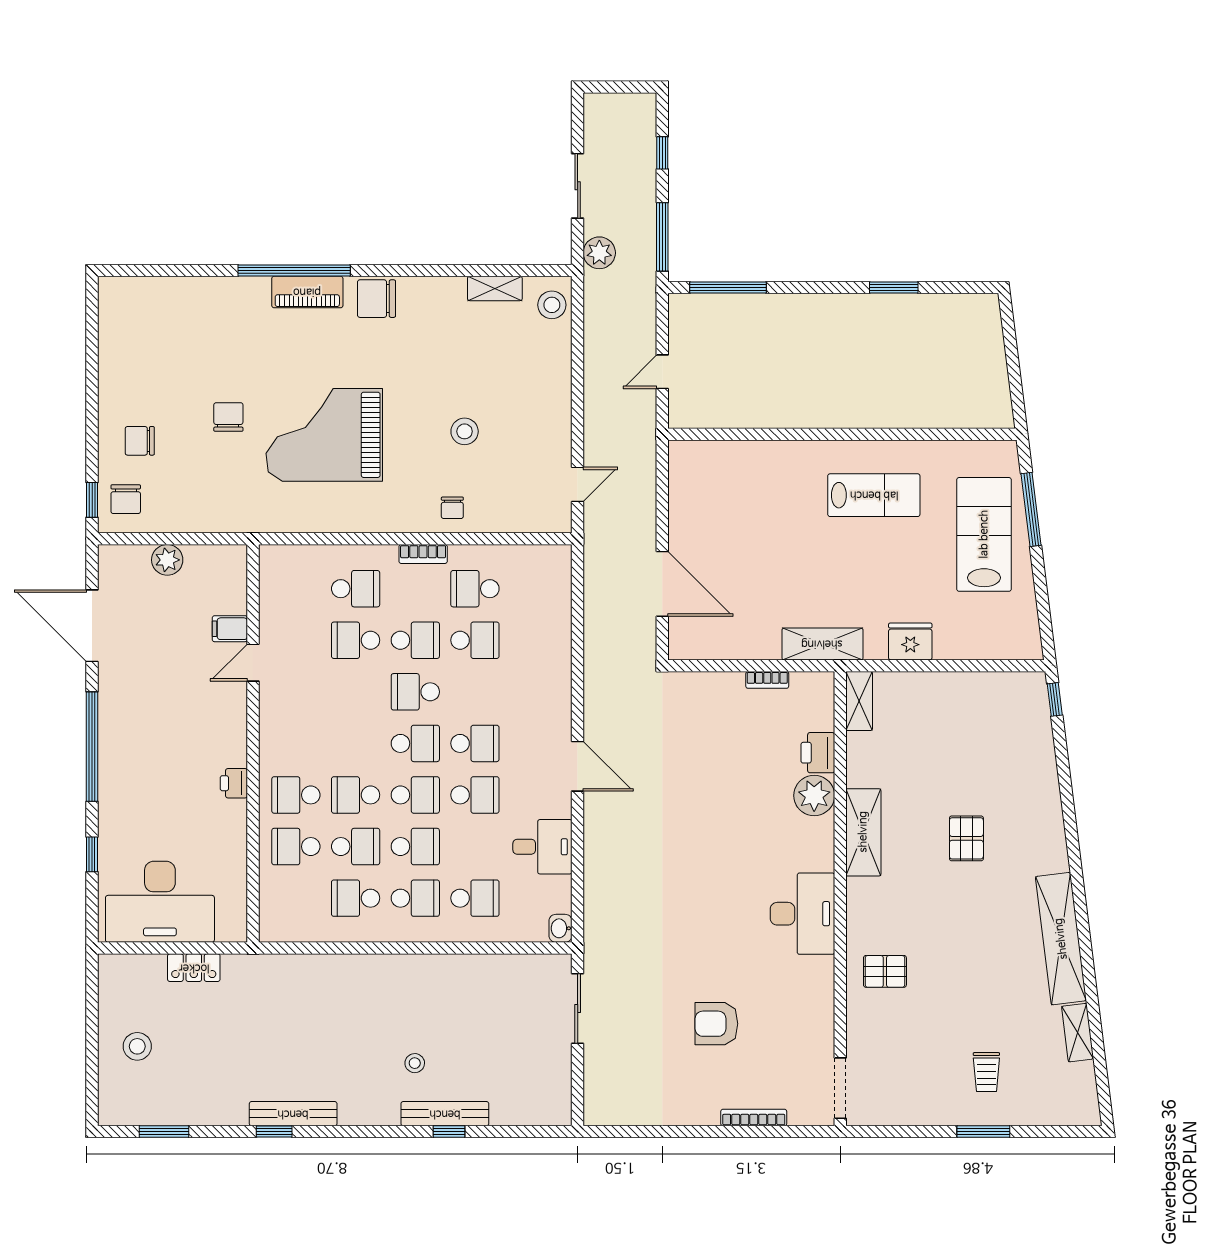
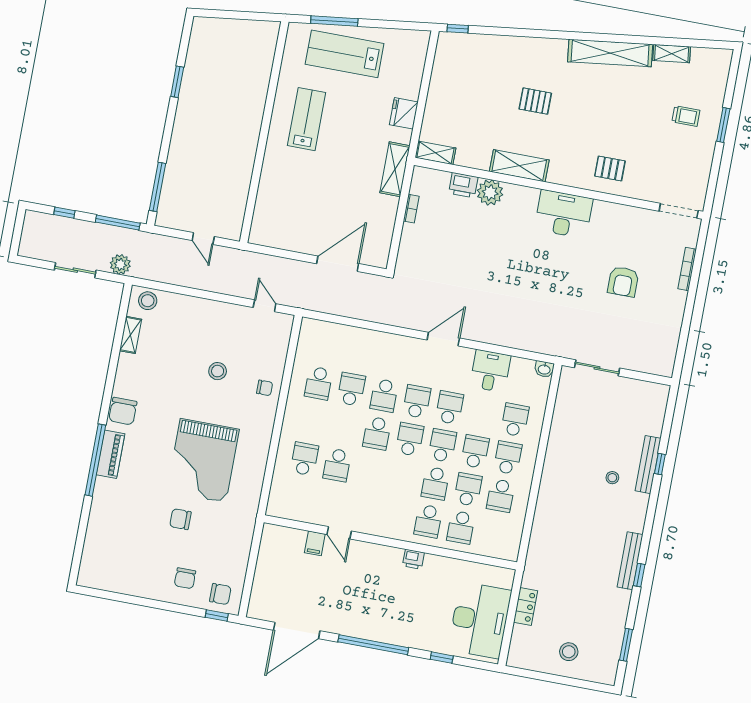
bookcase: (423, 554) -> (290, 412), removed
plant: (167, 560) -> (264, 575), removed
school desk: (415, 640) -> (384, 395), moved, turned 180
pallet: (885, 971) -> (610, 169), turned 90

